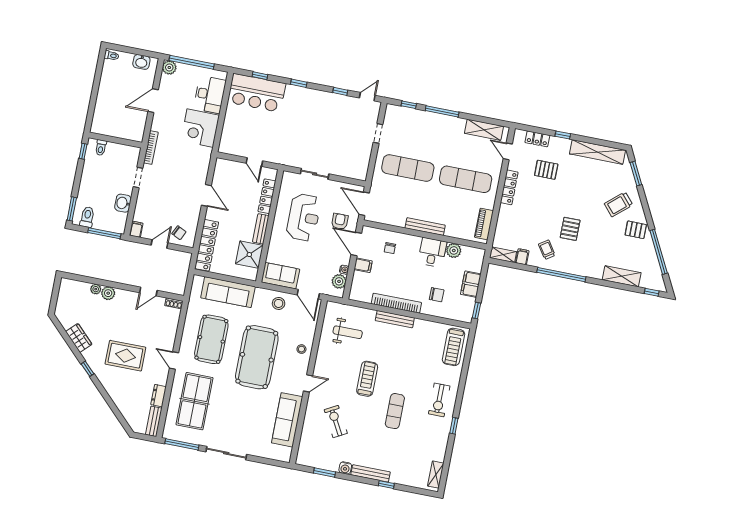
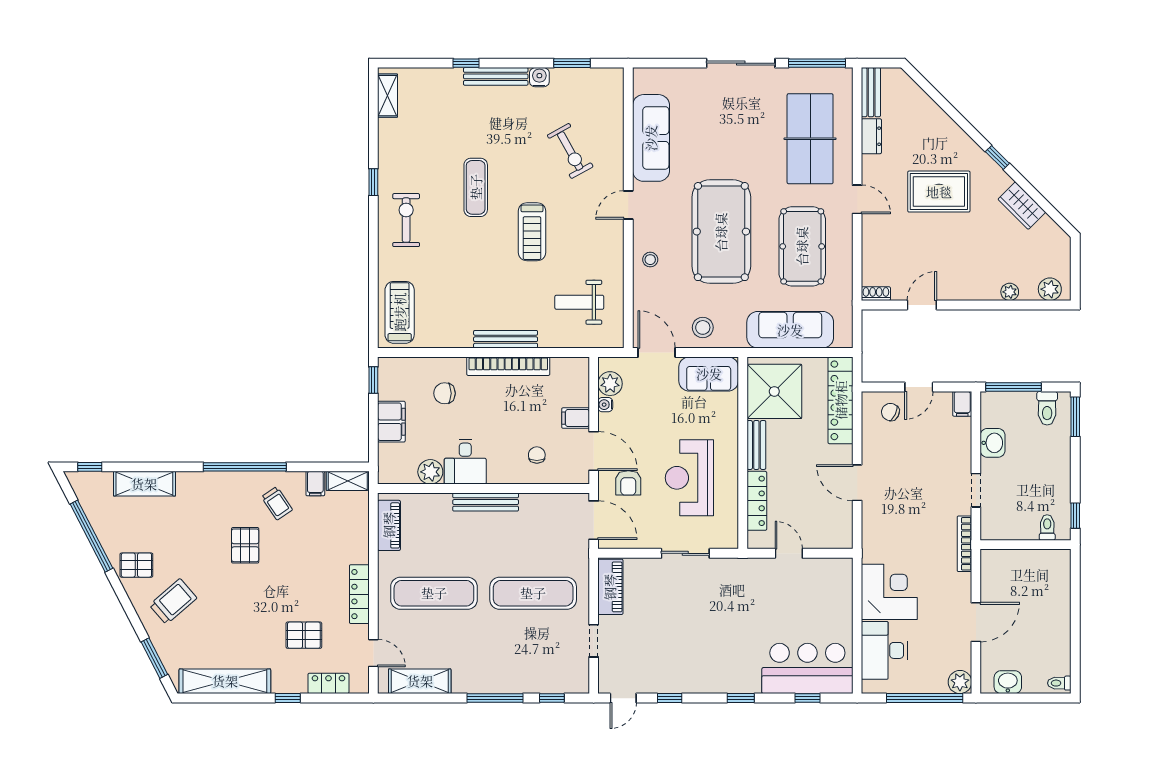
piano: (362, 163) -> (610, 587), added
shower: (249, 255) -> (774, 391), width x1.37, depth x1.37
plant: (108, 293) -> (1050, 289), moved

